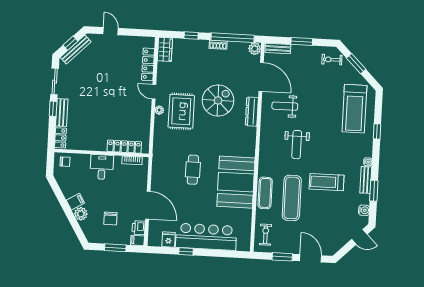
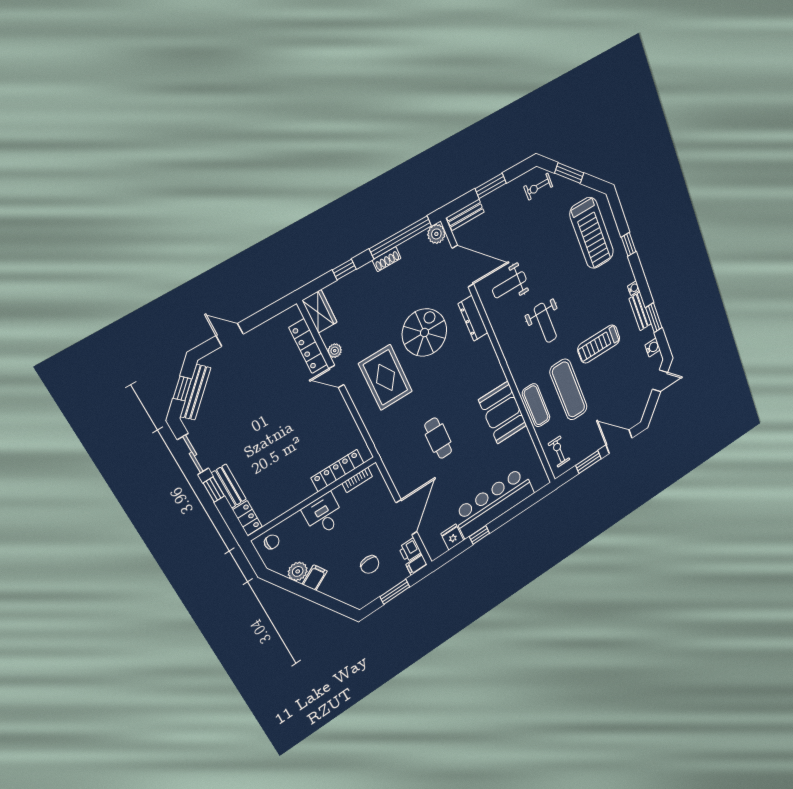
plant: (159, 110) -> (335, 351), moved
booth: (236, 182) -> (503, 413), width x0.73, depth x0.70
door: (148, 205) -> (406, 517), hinge flipped
plant: (81, 214) -> (298, 571), moved

